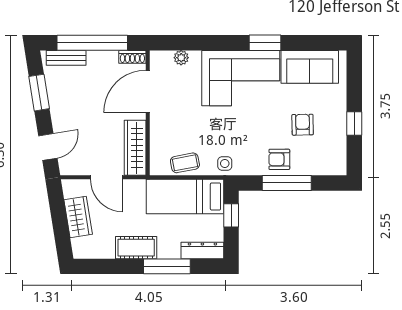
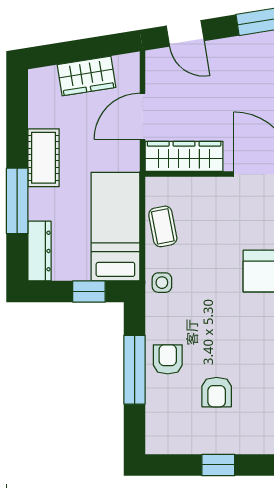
armchair: (303, 125) -> (217, 392), turned 91

